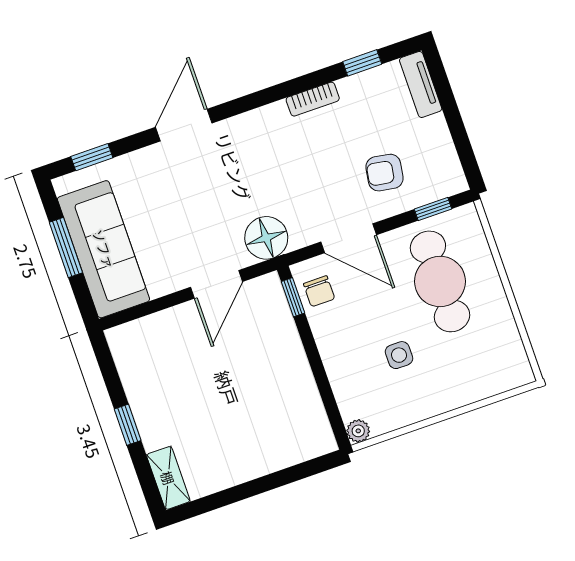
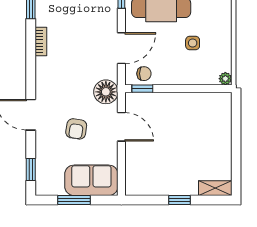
armchair: (384, 173) -> (76, 129), moved
sofa: (104, 249) -> (91, 180), width x0.73

